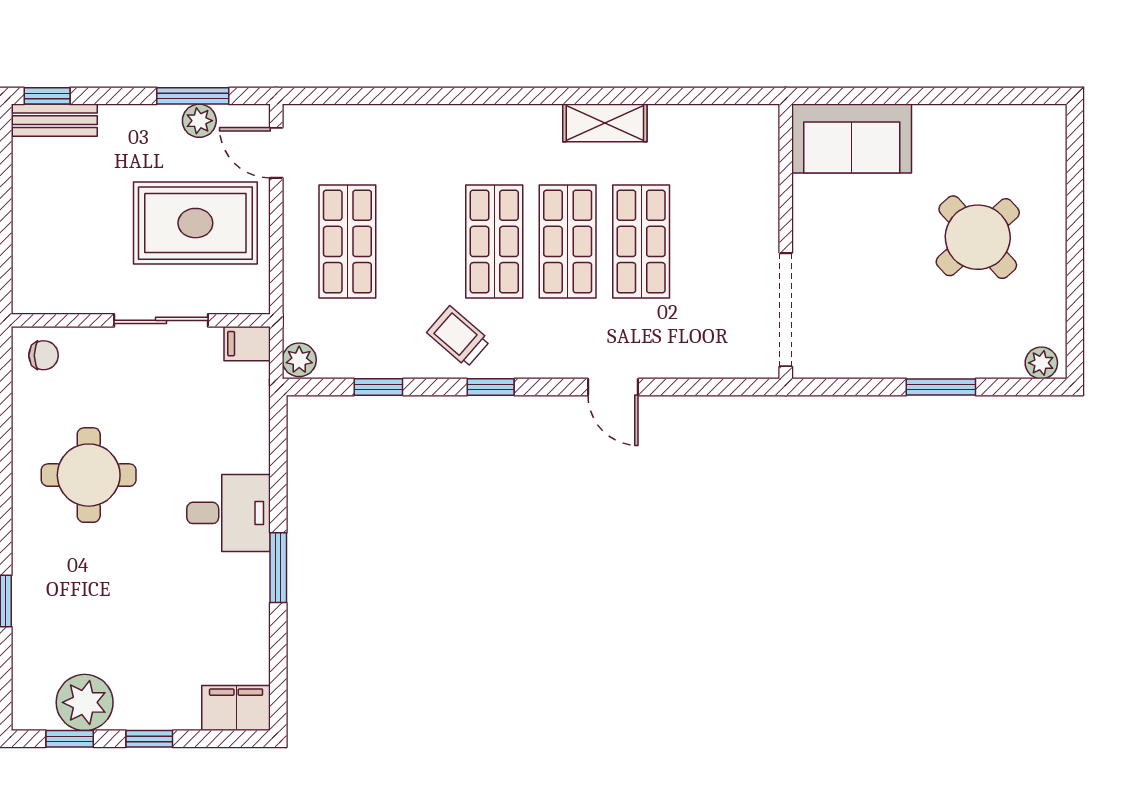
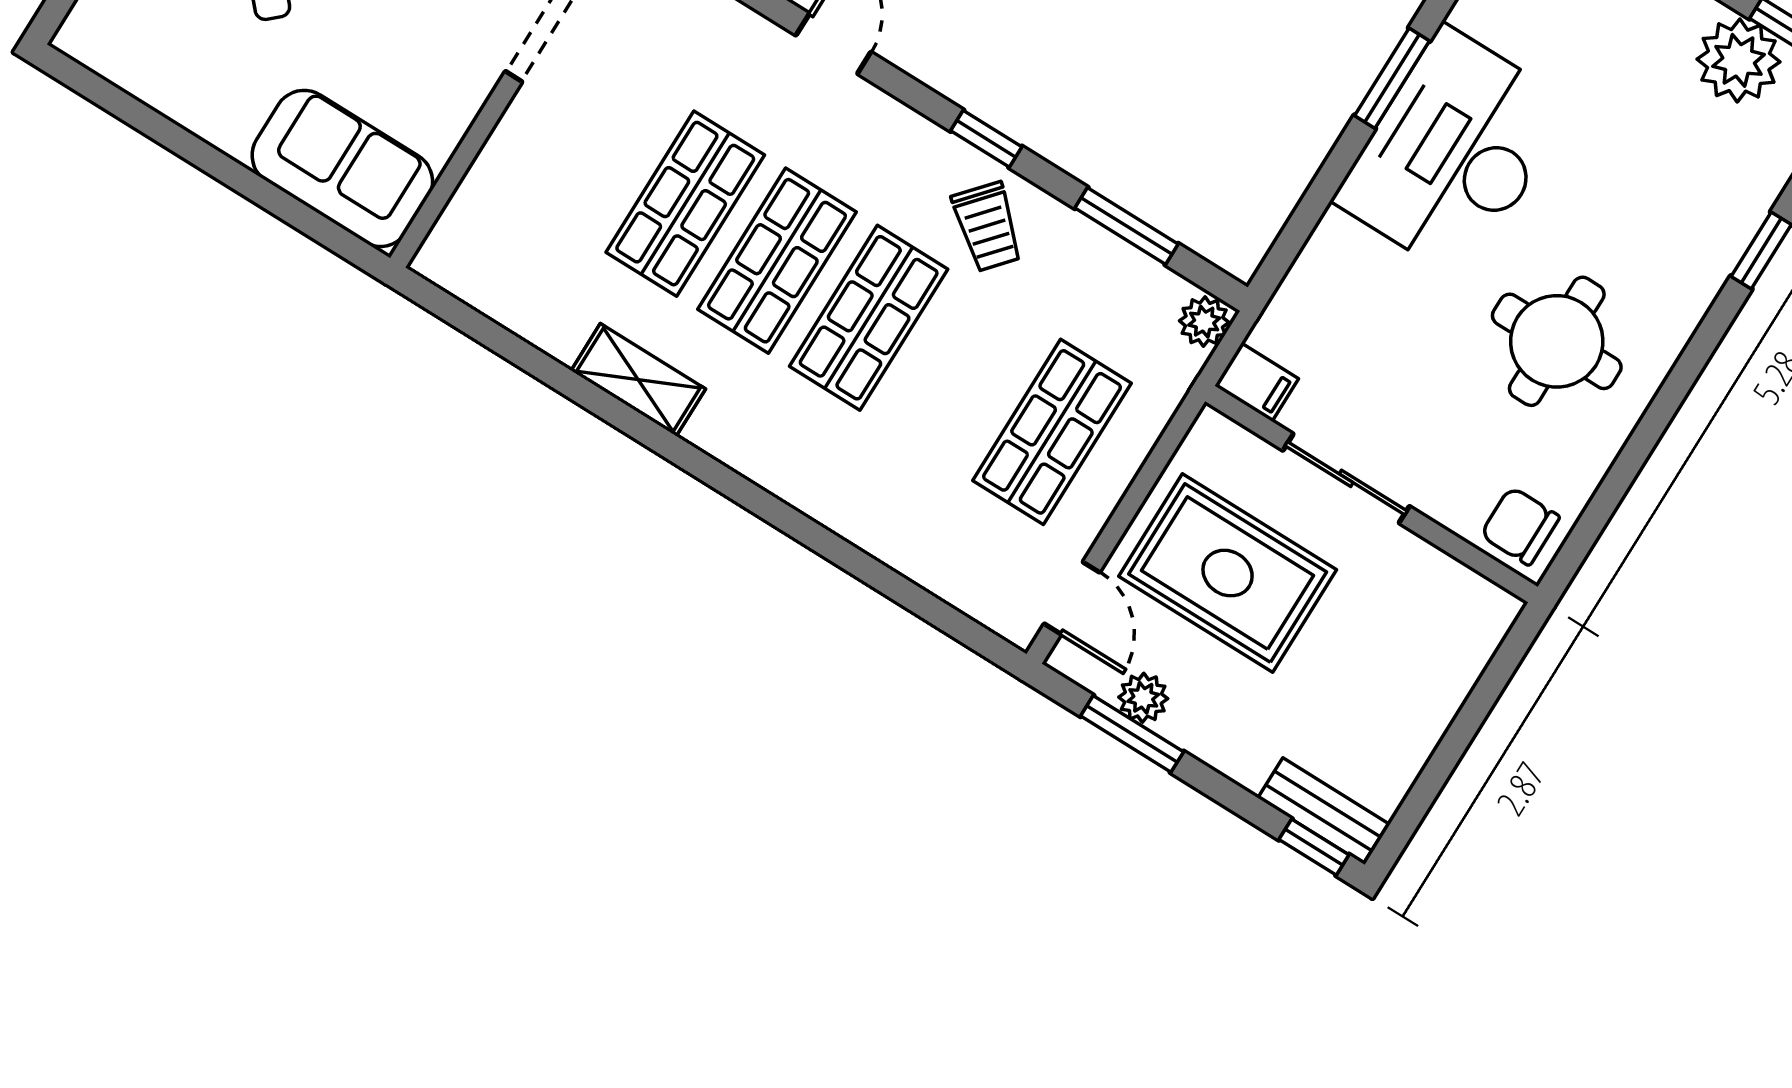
chair: (44, 355) -> (1520, 526), width x1.37, depth x1.37
window: (378, 387) -> (1126, 226), width x1.50
desk: (229, 513) -> (1453, 153), width x1.87, depth x1.30

